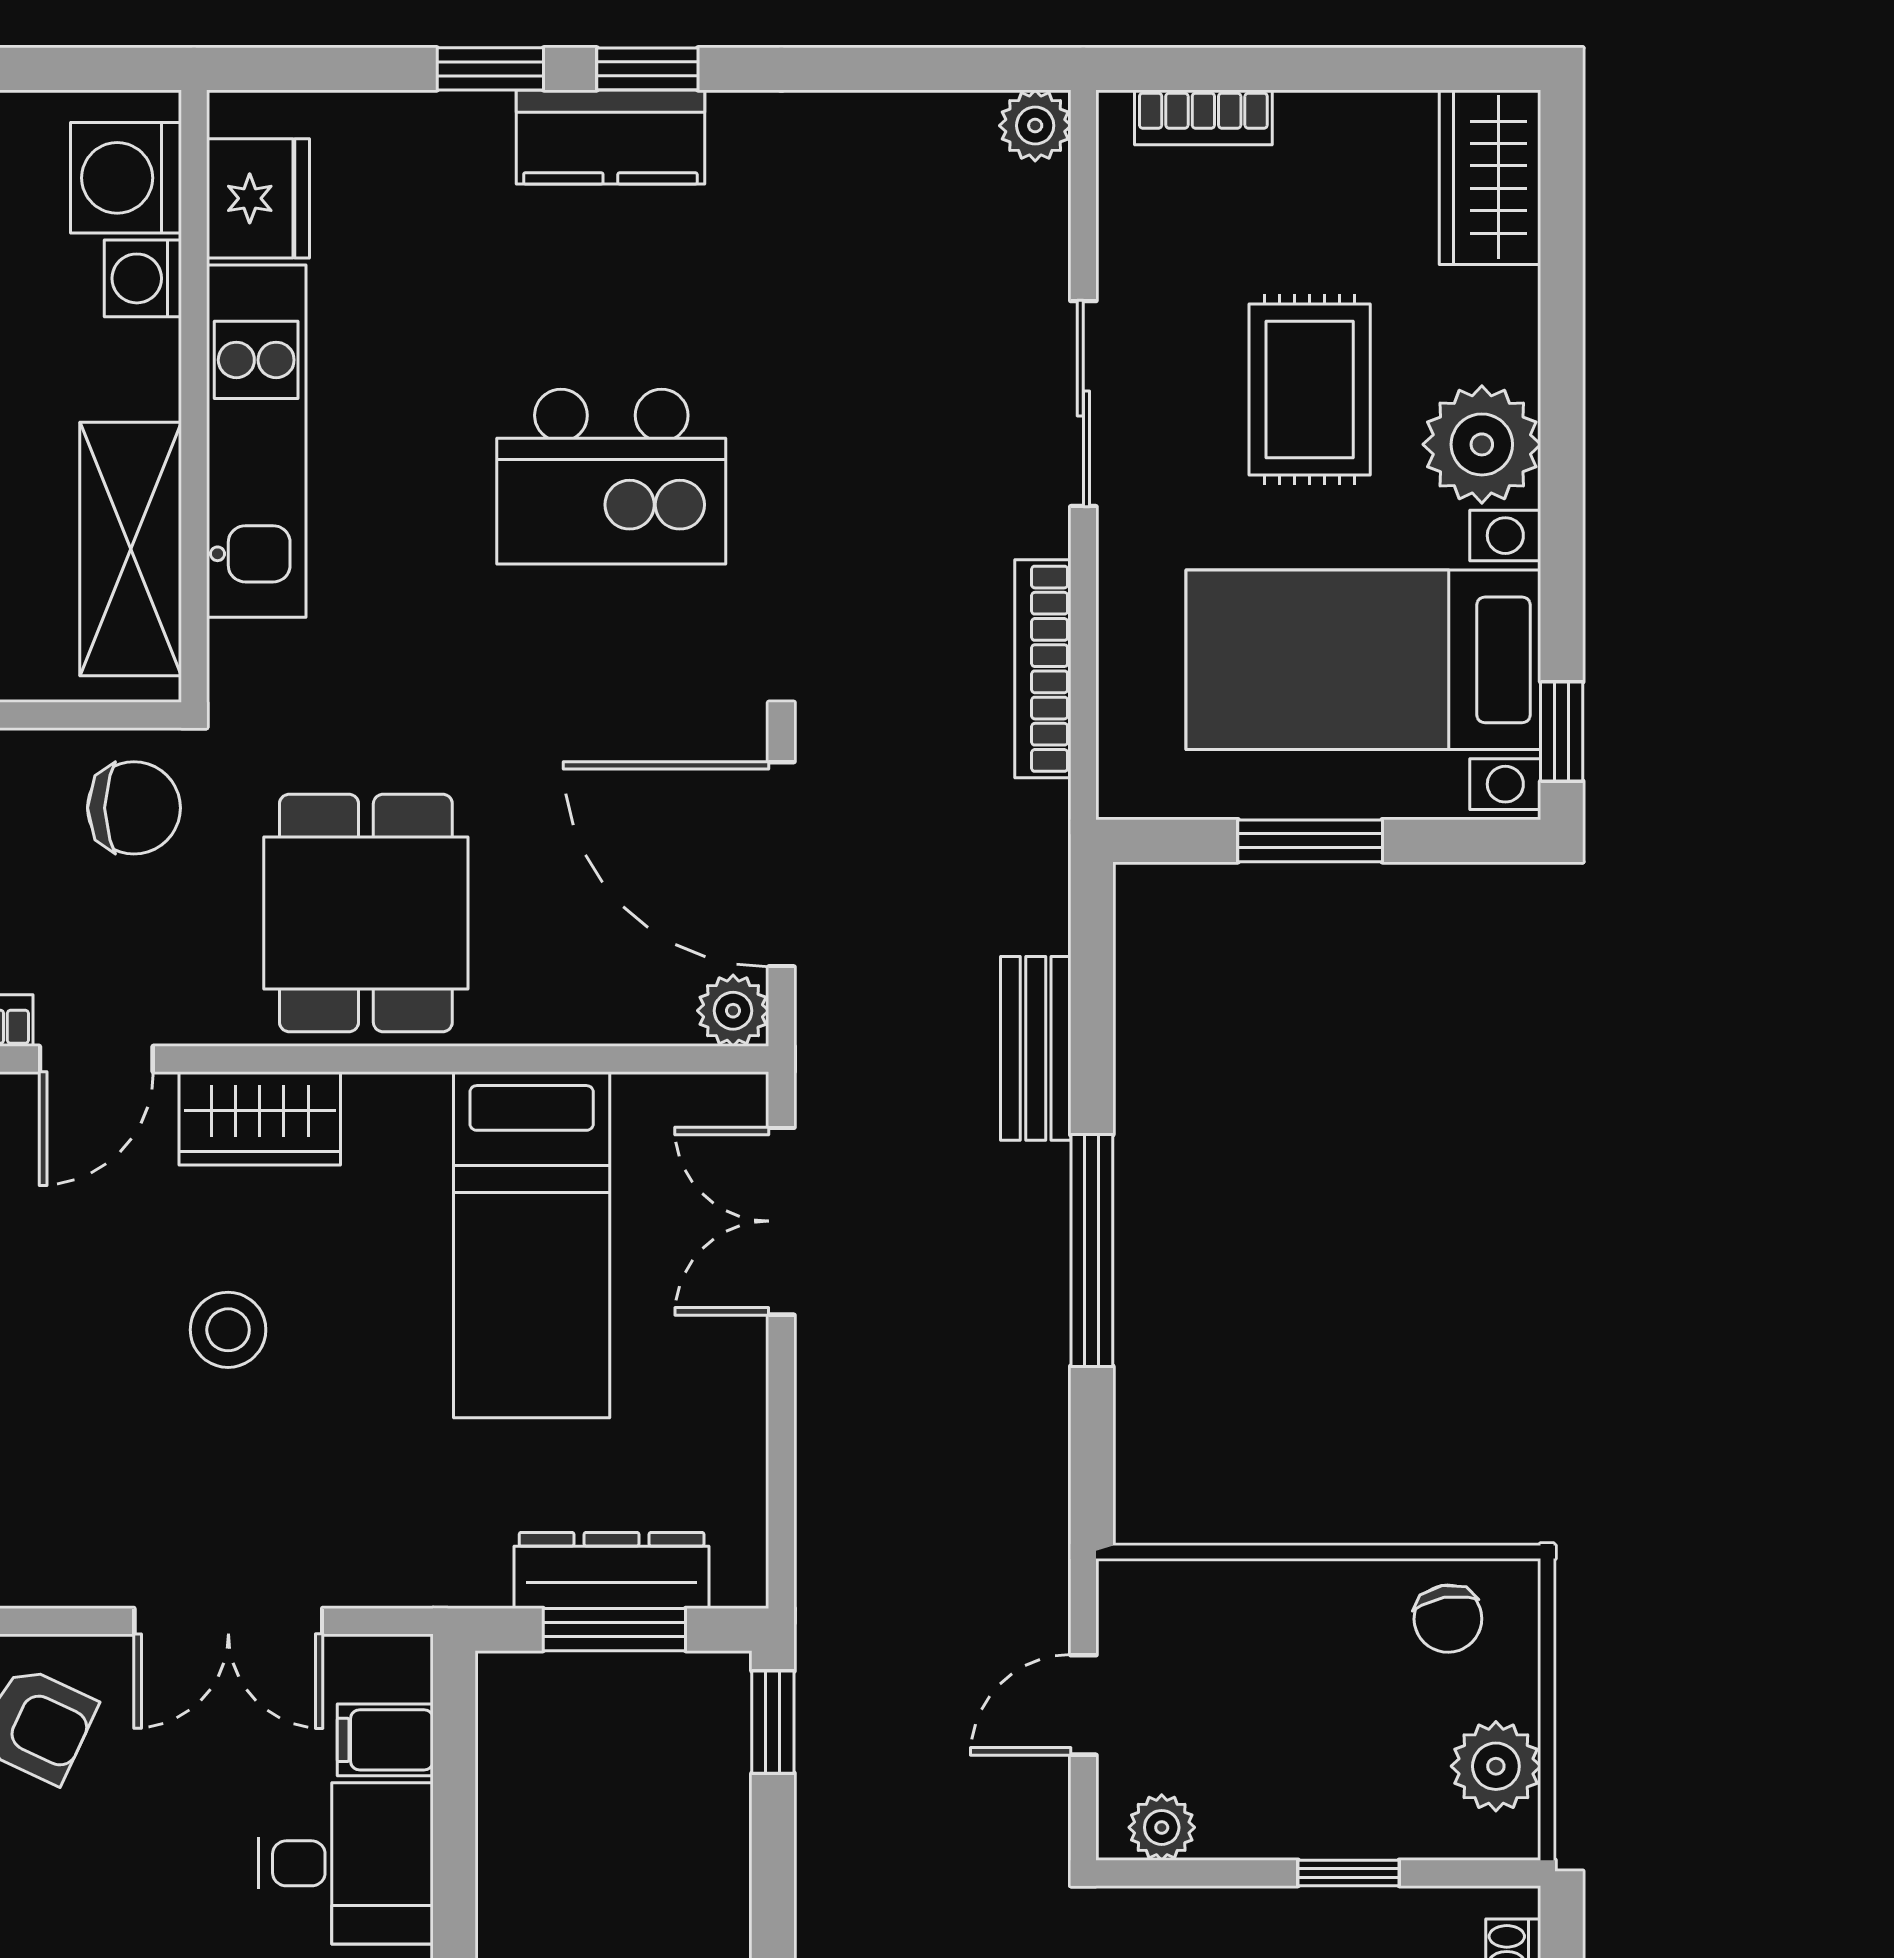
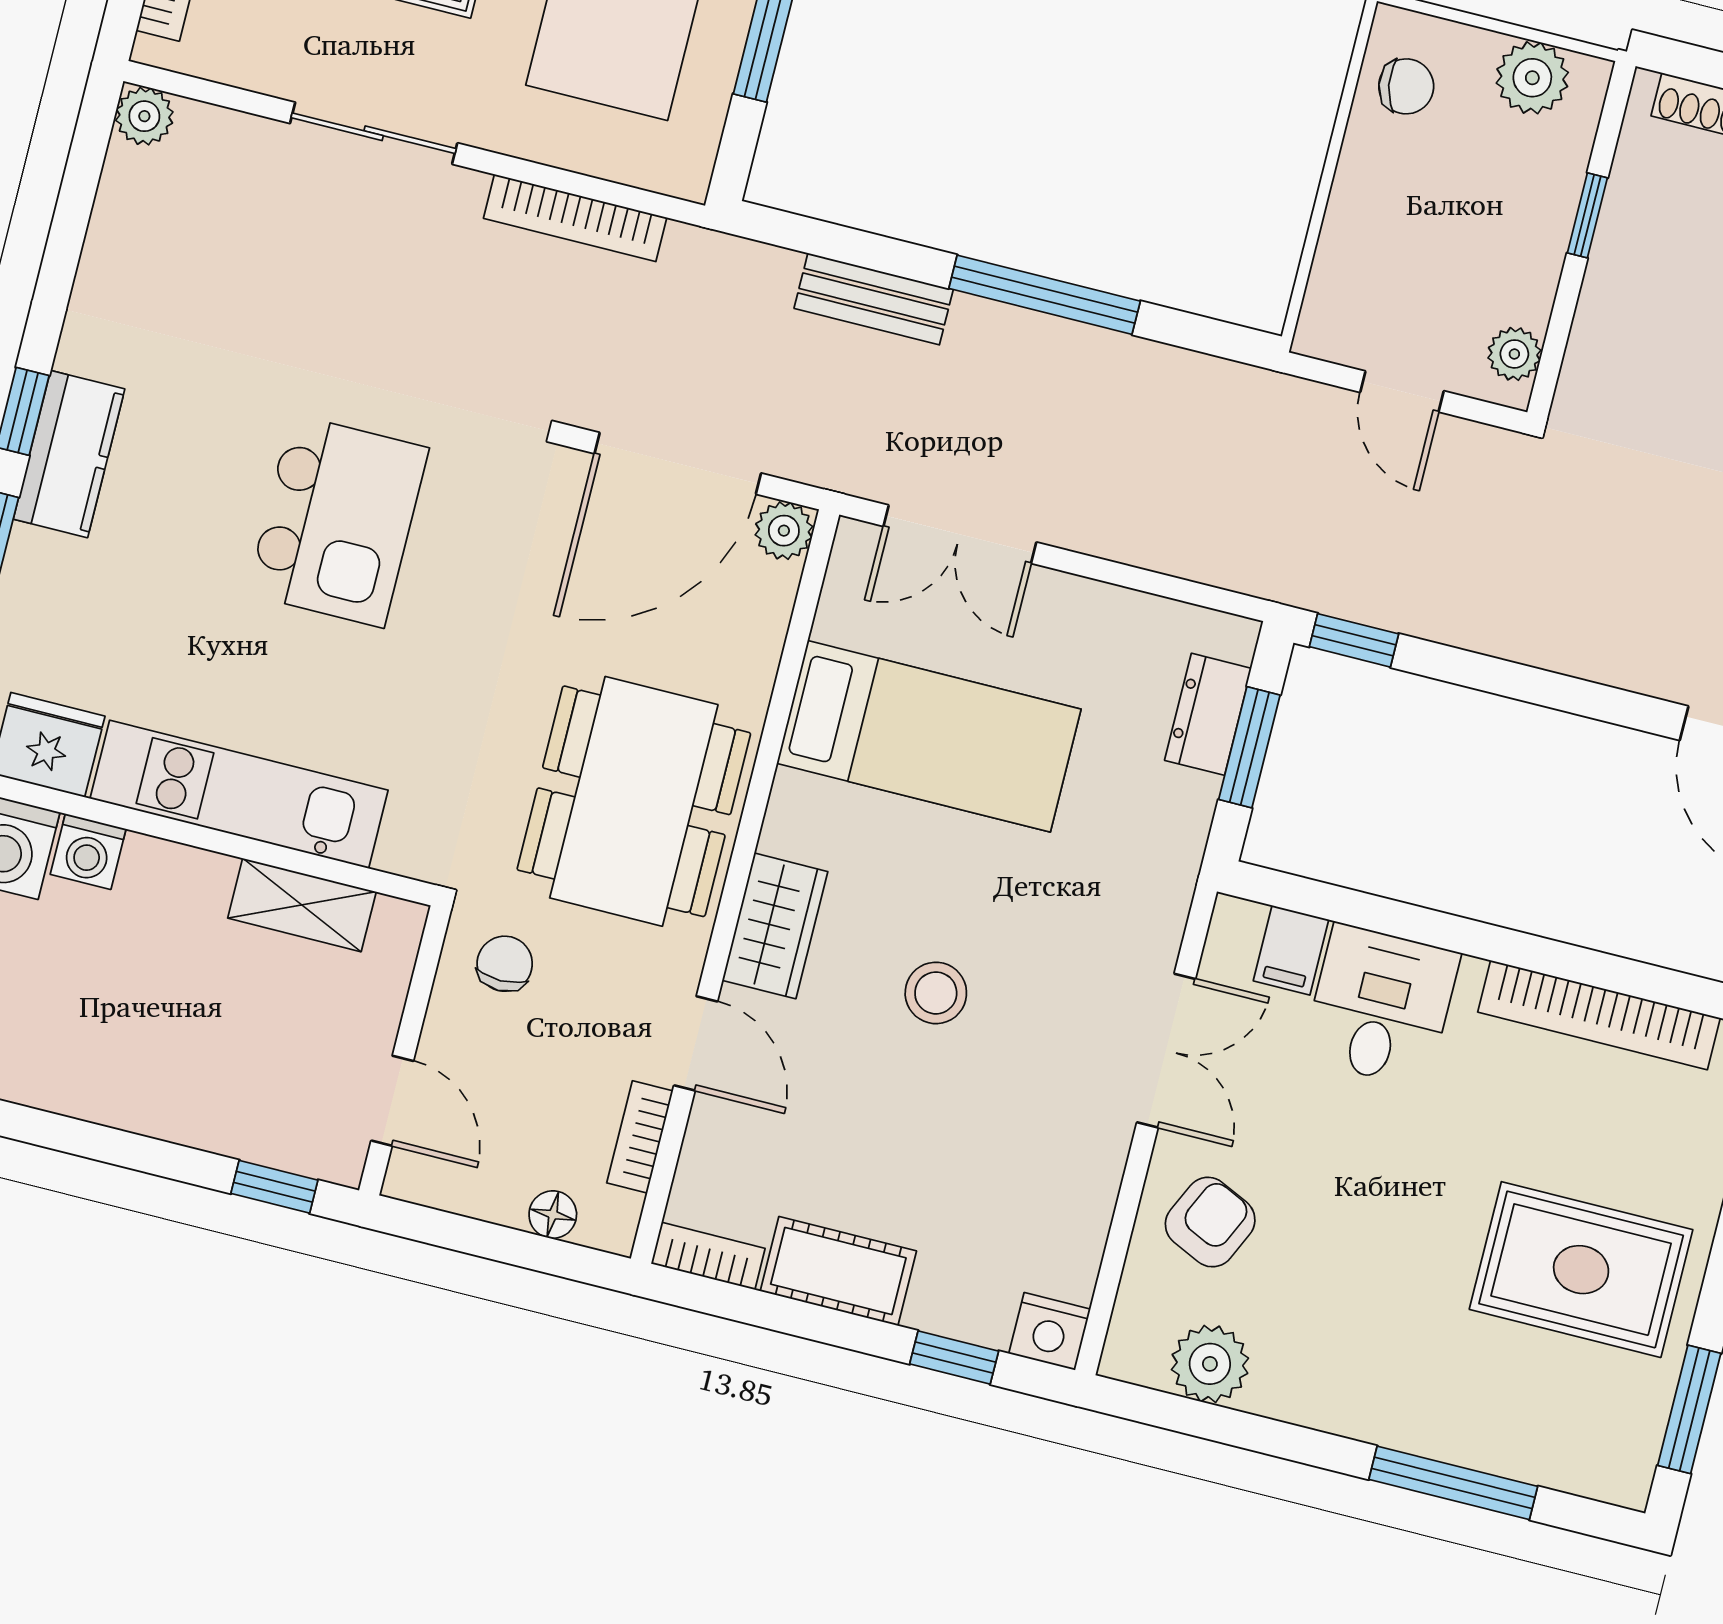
shelving: (131, 549) -> (302, 905), width x0.67, depth x0.75
chair: (134, 808) -> (505, 964), width x0.73, depth x0.73
dining table: (366, 913) -> (634, 801), width x1.37
dresser: (612, 1570) -> (1208, 714), width x0.70

